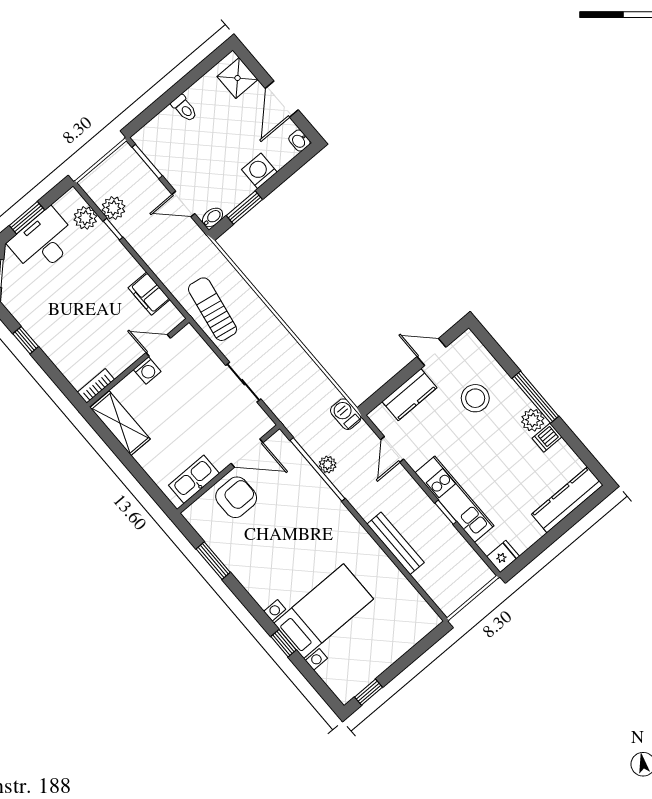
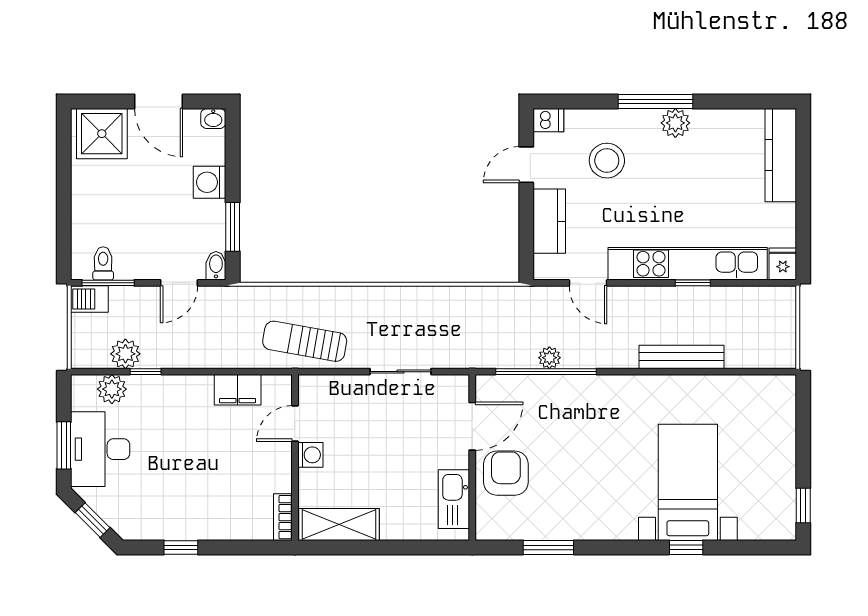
shower: (238, 78) -> (102, 134), width x1.36, depth x1.36
toilet: (184, 108) -> (103, 263), moved, turned -90
barbecue: (346, 414) -> (89, 299), moved
dishwasher: (547, 438) -> (548, 120), moved, turned -90
kitchen unit: (455, 499) -> (688, 264), width x1.36

